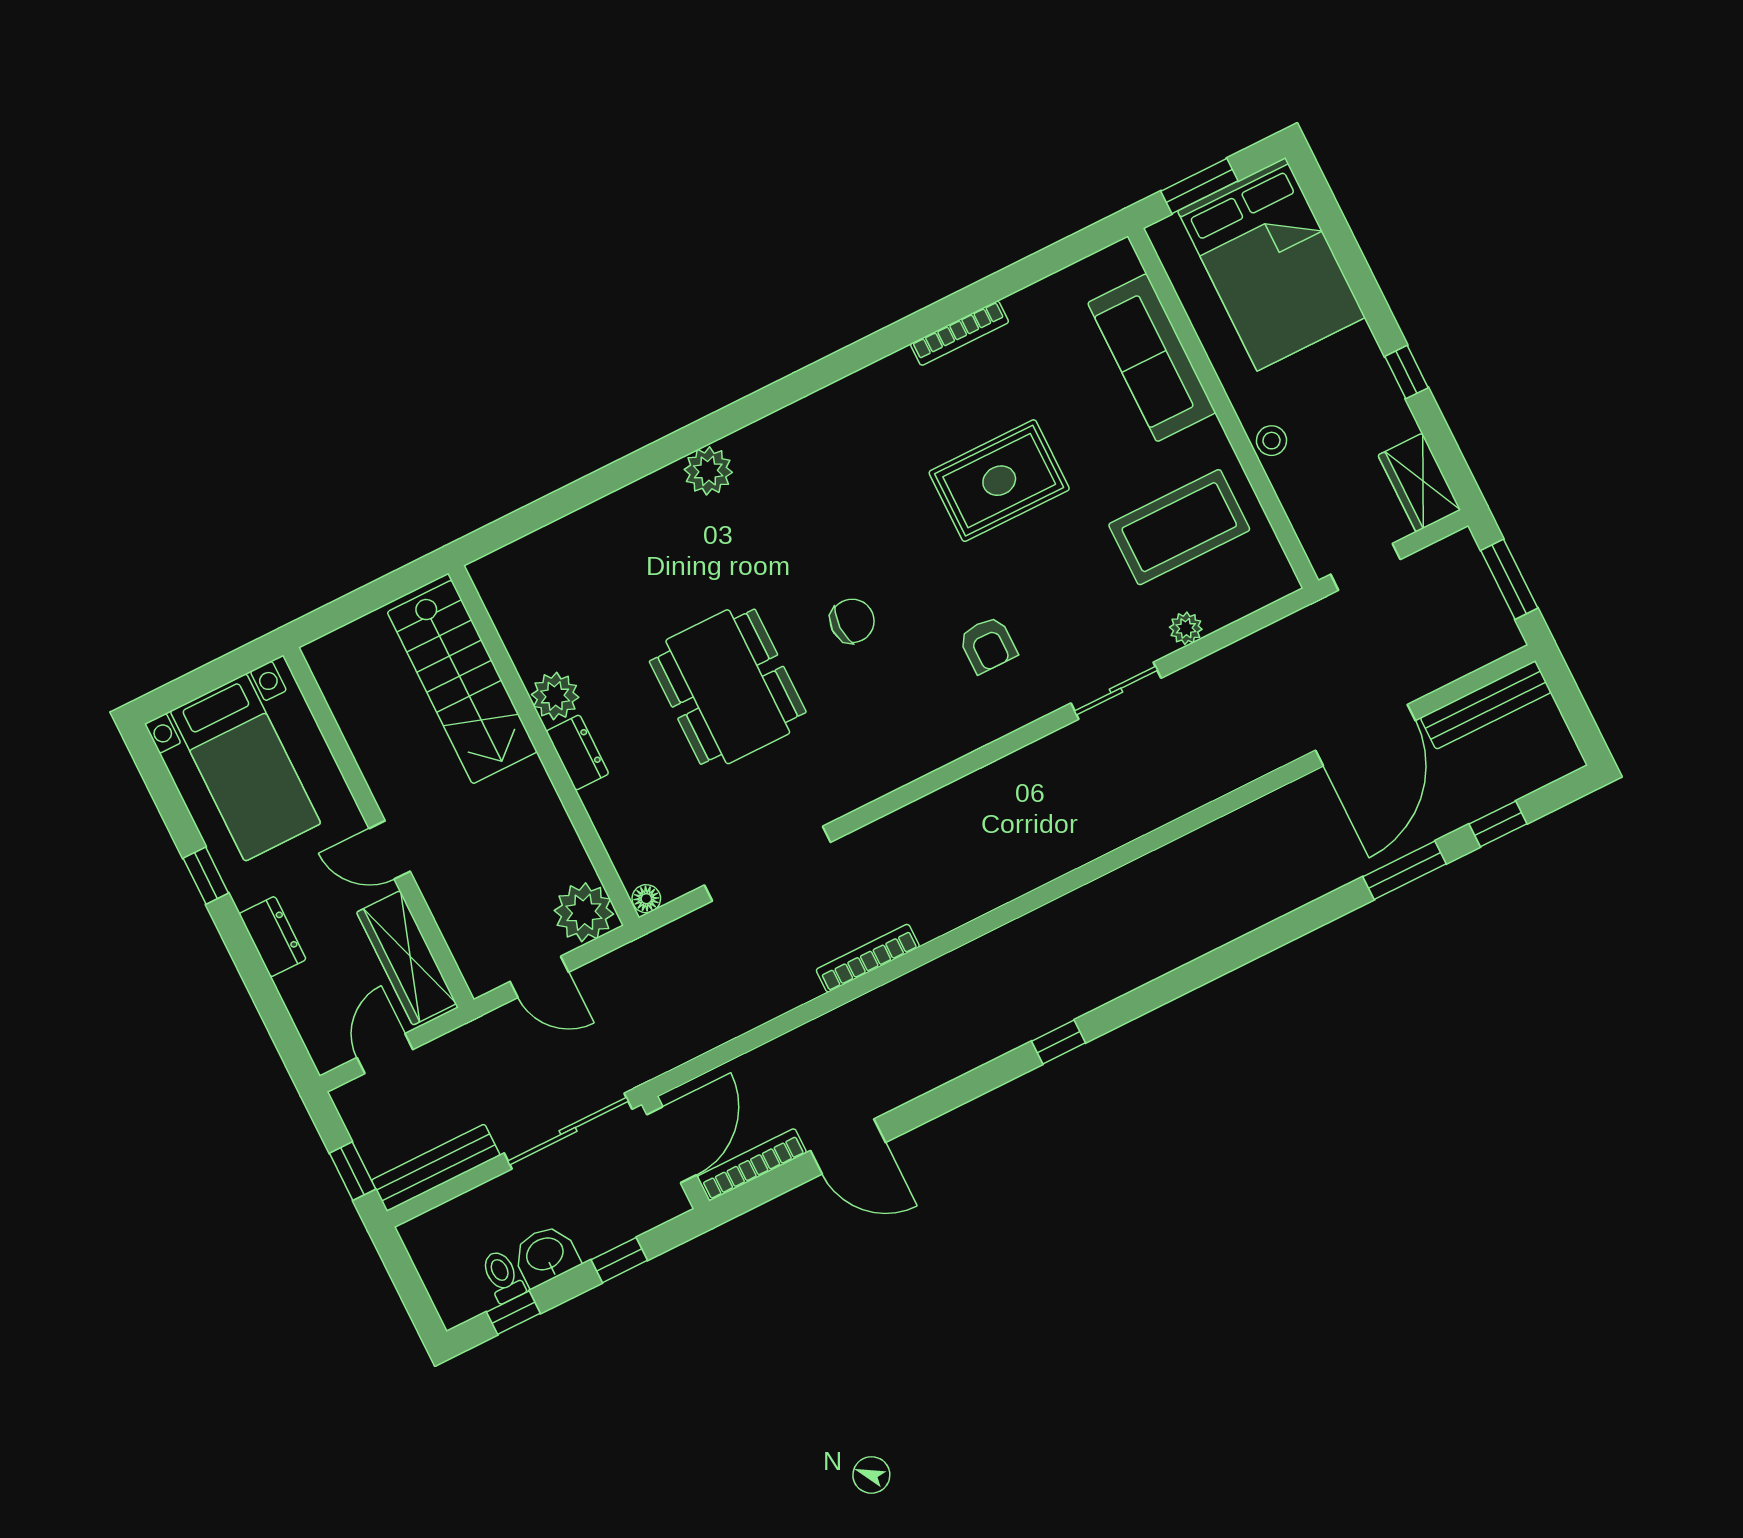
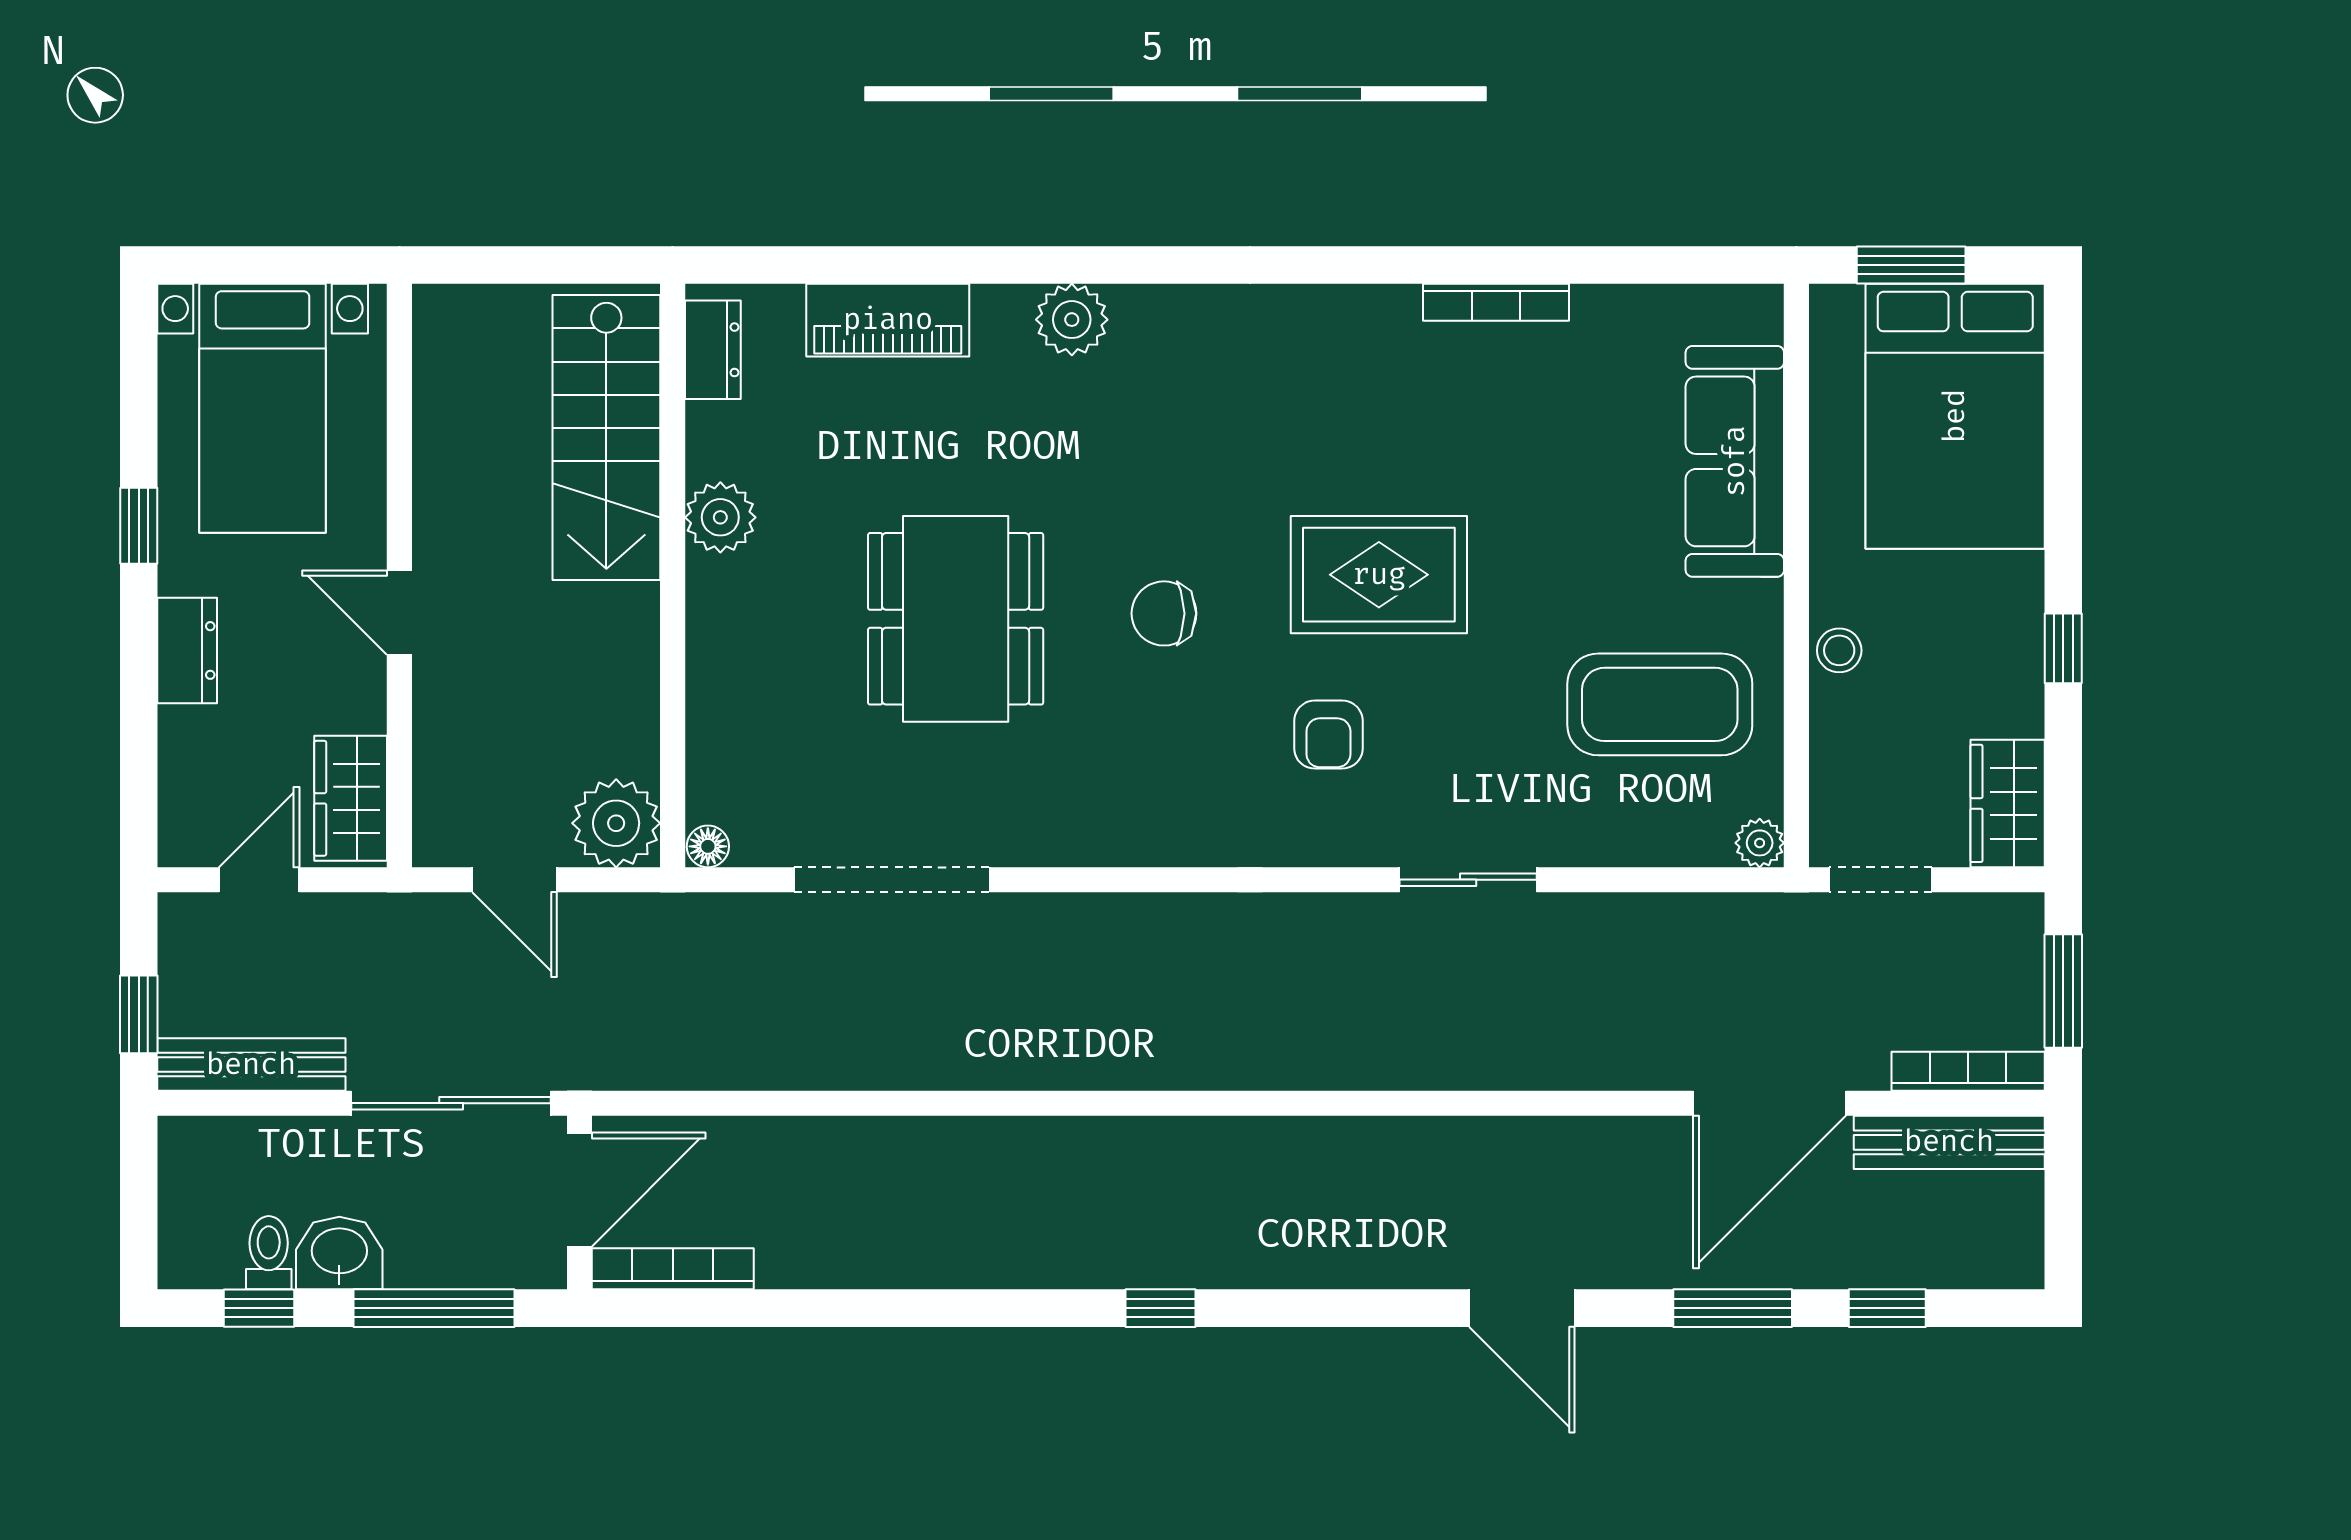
rug: (999, 481) -> (1379, 575), moved
piano: (597, 526) -> (888, 320), added
chair: (852, 621) -> (1164, 613), turned 180
plant: (1186, 628) -> (1760, 843), moved
dresser: (577, 752) -> (713, 350), moved
wardrobe: (407, 958) -> (351, 798), width x0.67
bookcase: (868, 958) -> (1968, 1071), moved
door: (848, 1147) -> (1522, 1308), moved
window: (619, 1260) -> (434, 1308), width x2.17

